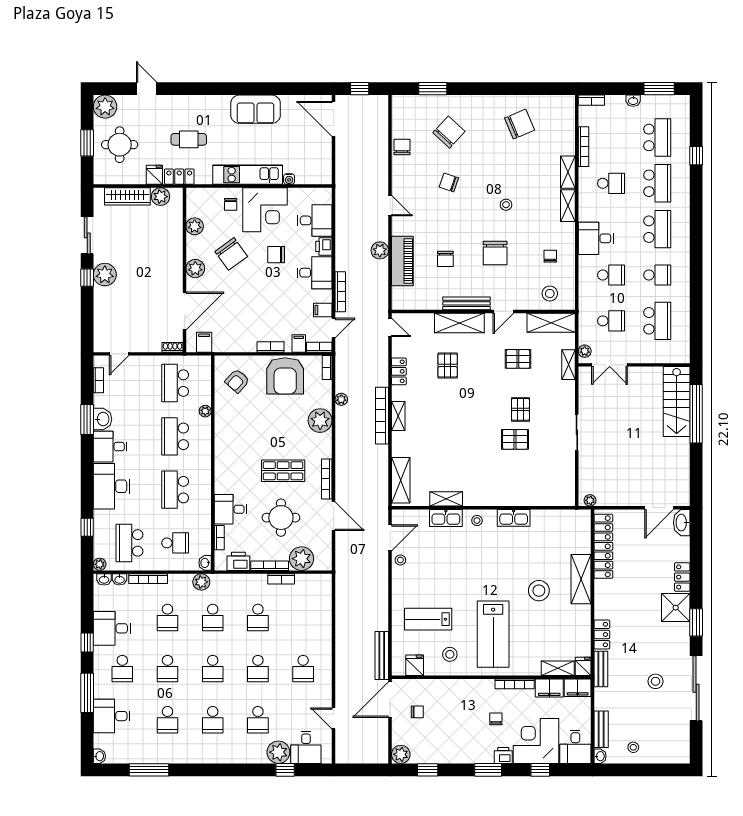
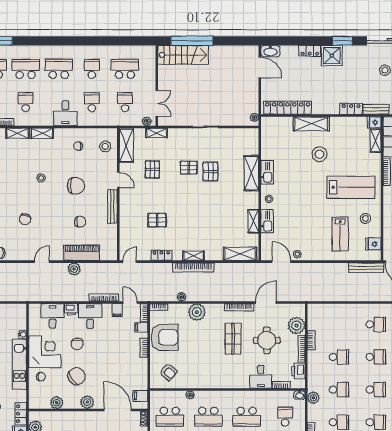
shelving: (459, 323) -> (251, 173), moved

